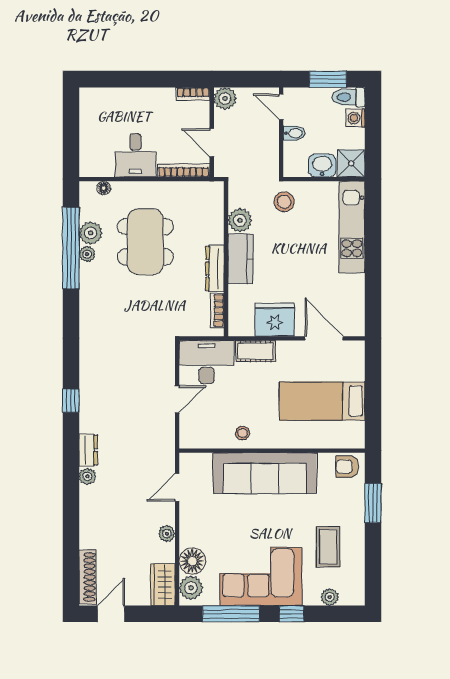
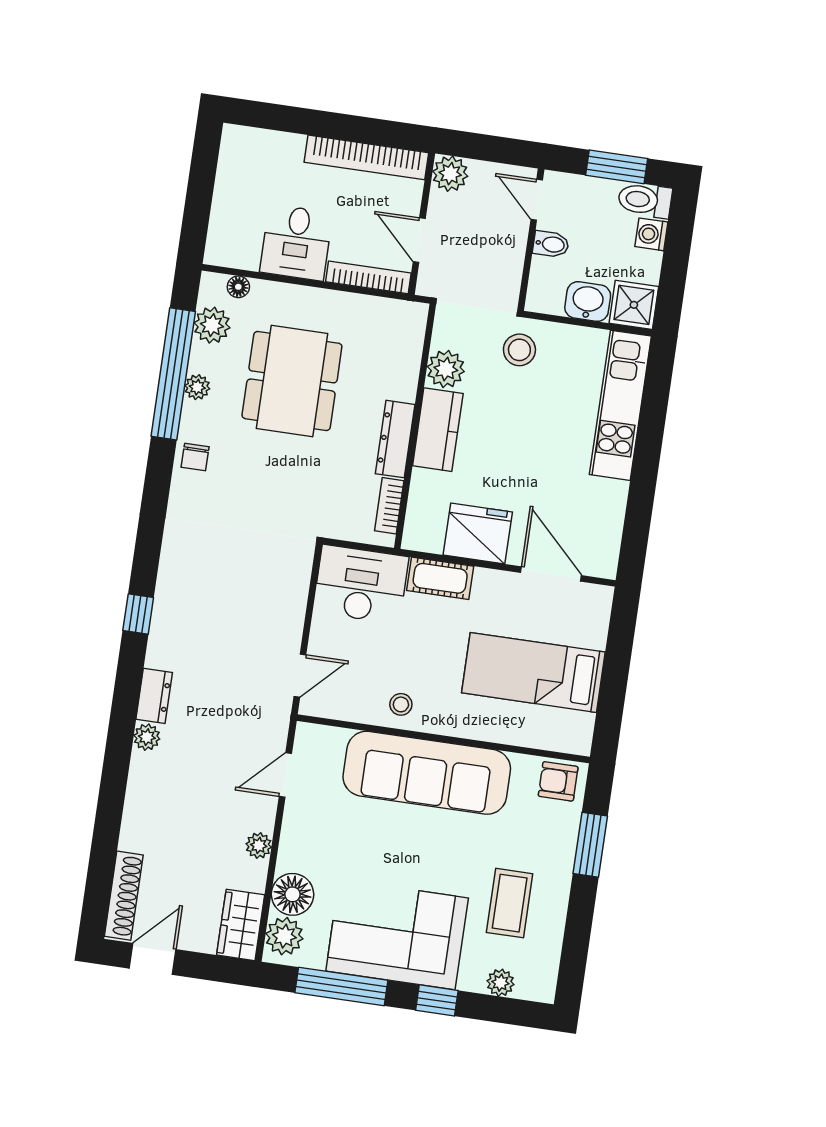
bookcase: (193, 94) -> (366, 157), width x2.31, depth x1.31
plant: (91, 233) -> (212, 325), moved
chair: (92, 298) -> (195, 457), added
door: (177, 399) -> (300, 676), moved

